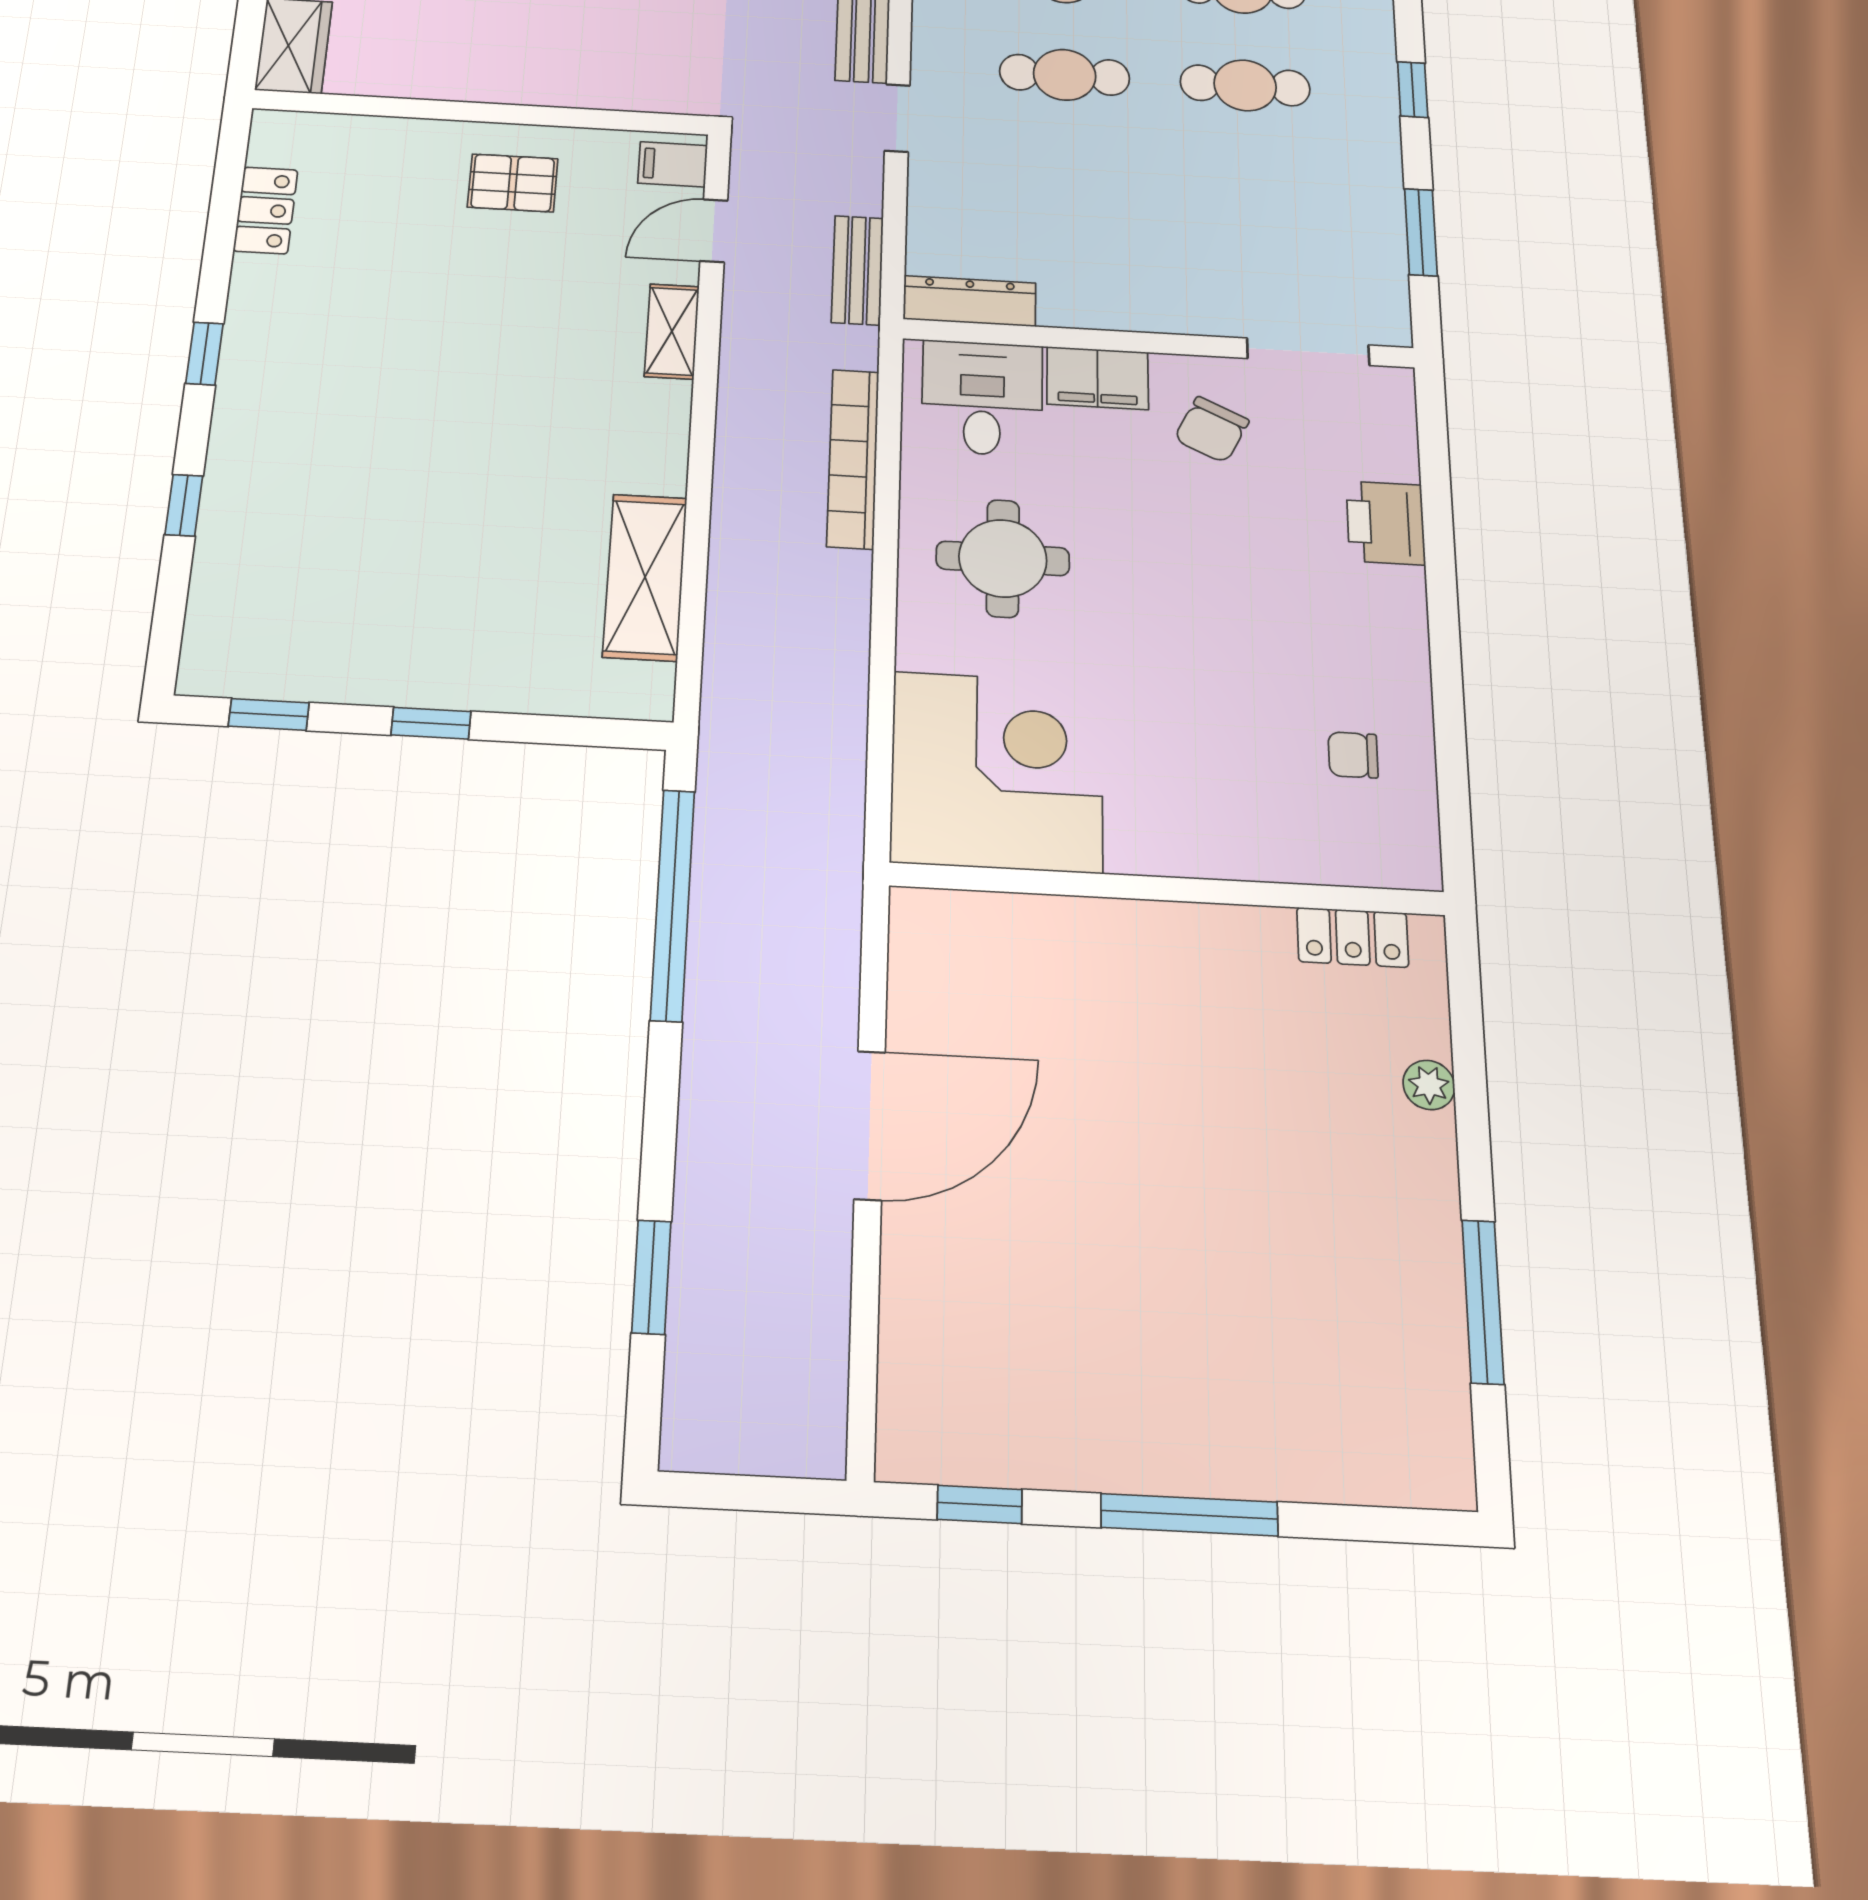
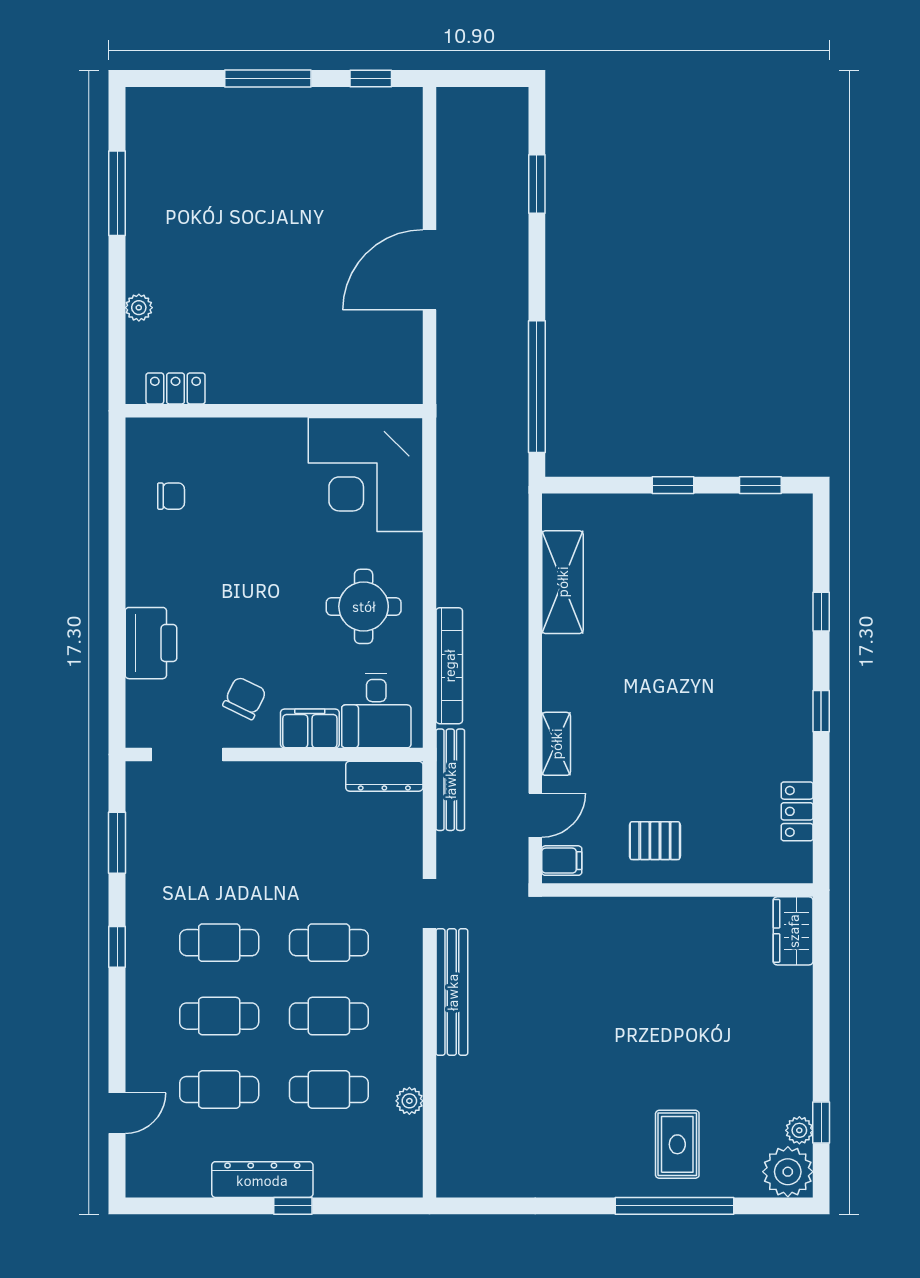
bench: (857, 270) -> (450, 780), width x1.36
printer: (1386, 523) -> (151, 643), width x1.37, depth x1.19

